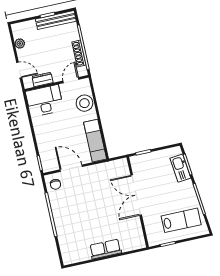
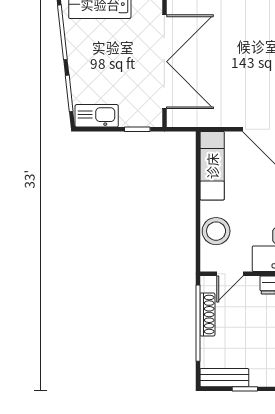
bench: (56, 20) -> (224, 378), width x0.73
kitchen sink: (180, 168) -> (97, 116), moved, turned -84
double door: (136, 195) -> (164, 62), width x1.36

